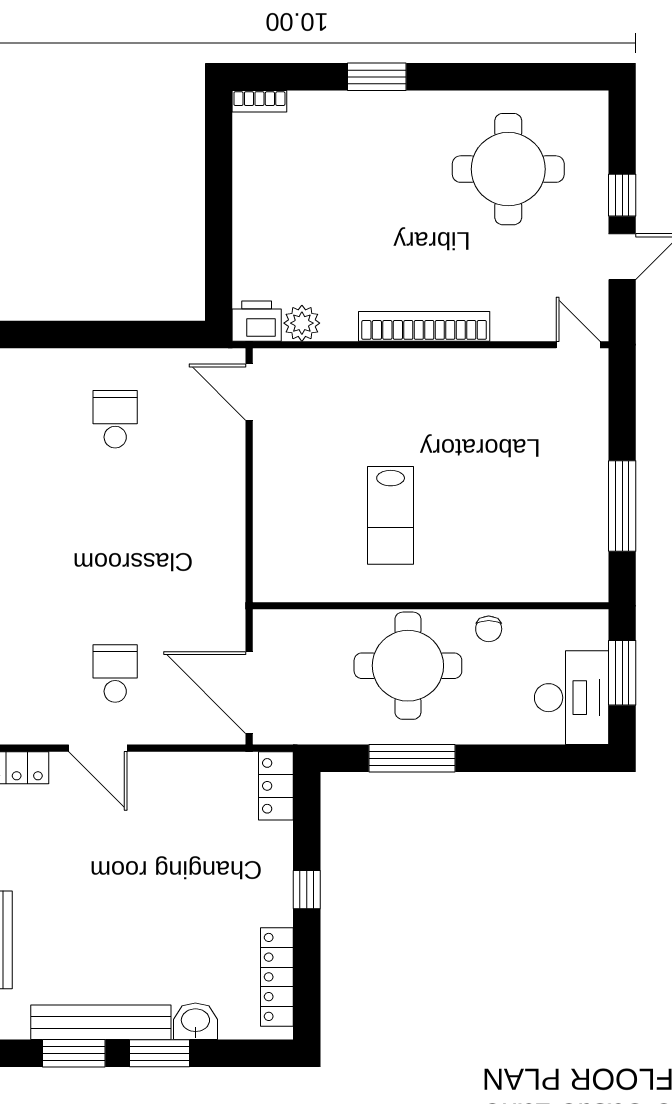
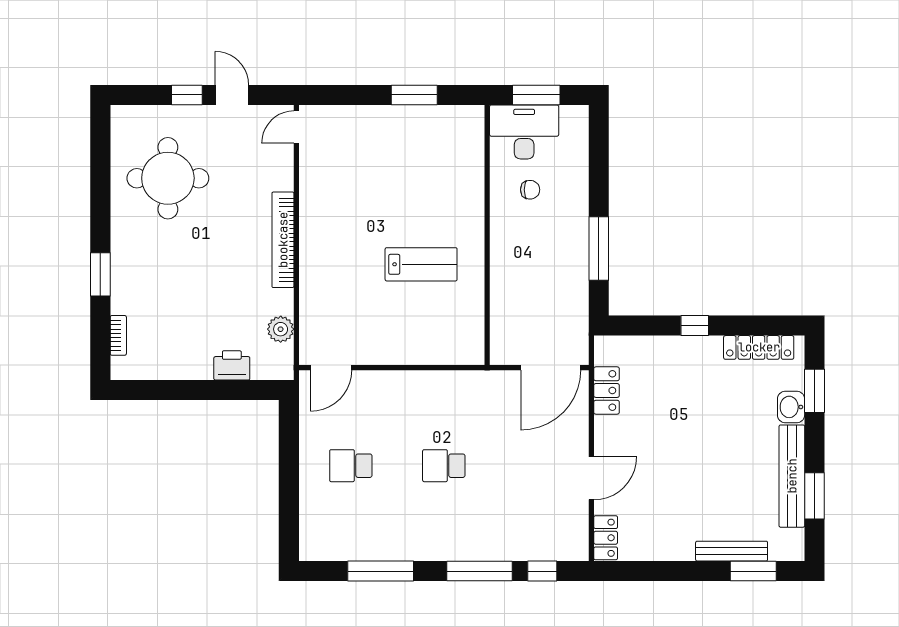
bookcase: (259, 101) -> (118, 335), moved
printer: (257, 321) -> (232, 365), moved, turned 90
window: (622, 506) -> (414, 95), width x0.69
chair: (489, 629) -> (530, 190), moved
round table: (408, 666) -> (531, 252), removed
school desk: (115, 674) -> (444, 466), moved
desk: (572, 698) -> (524, 132), moved
locker: (276, 786) -> (607, 390), moved, turned -90
window: (160, 1053) -> (815, 391), moved

